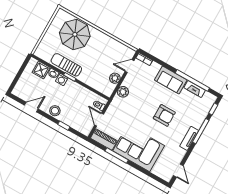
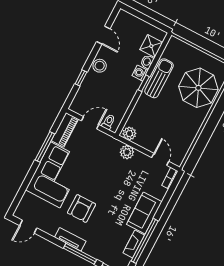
plant: (115, 78) -> (129, 134), moved
armchair: (164, 115) -> (82, 209), moved

